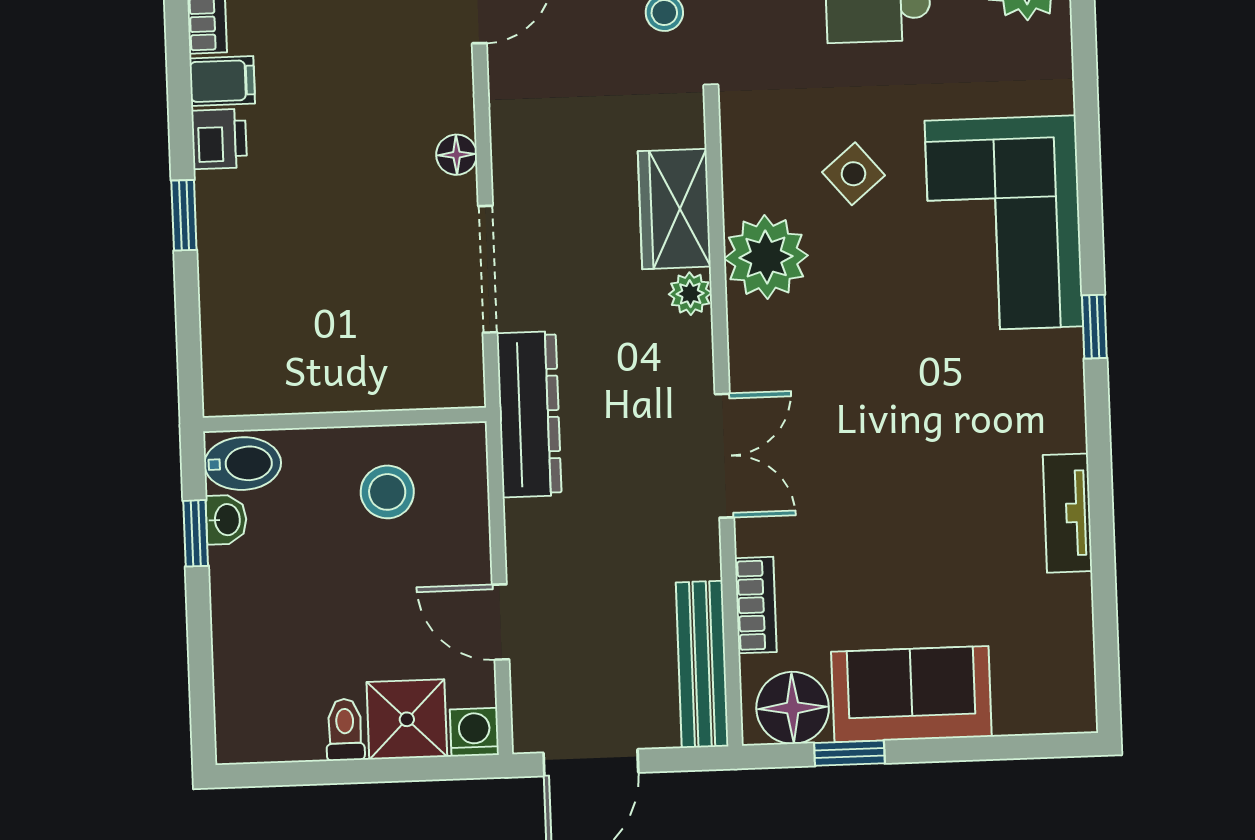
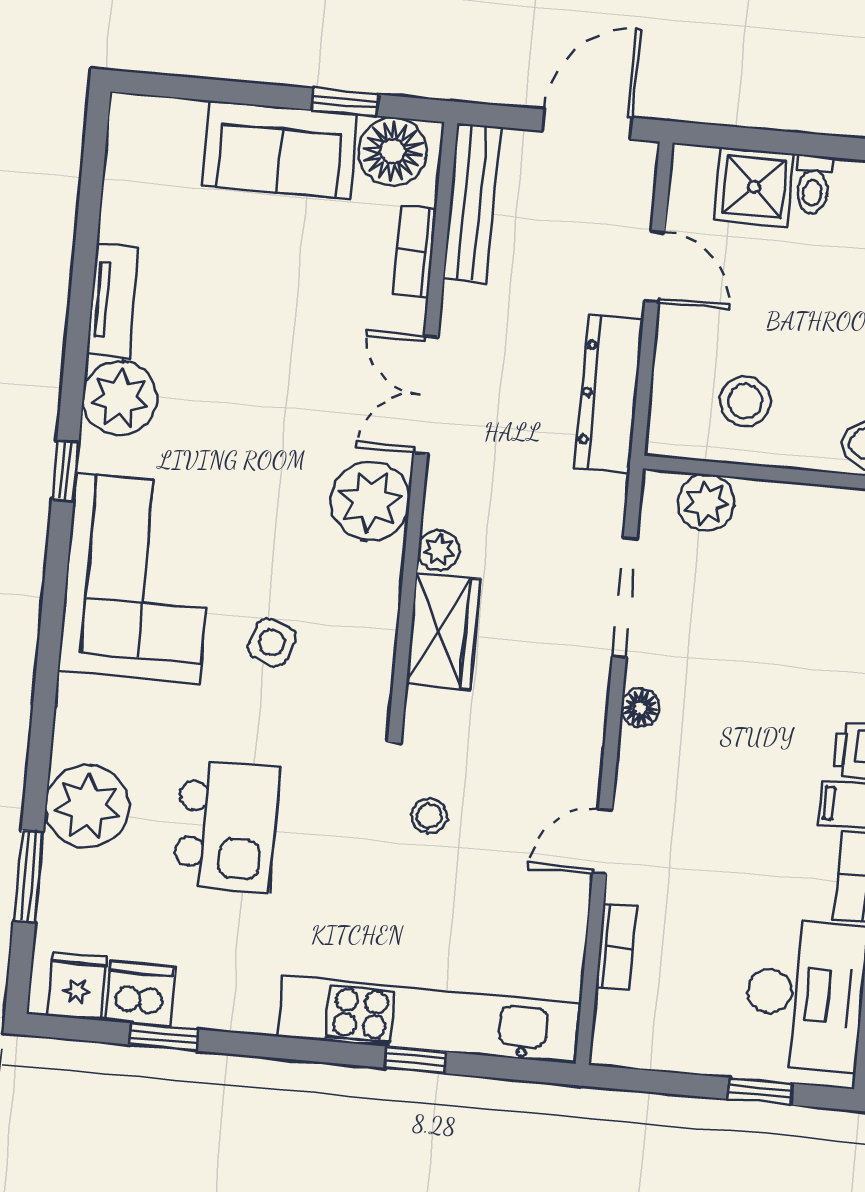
side table: (853, 174) -> (272, 643), turned -30
plant: (766, 257) -> (370, 501), moved
plant: (415, 380) -> (706, 503), added
plant: (1047, 411) -> (120, 398), added
dresser: (529, 414) -> (609, 394), moved
washing machine: (474, 732) -> (693, 167), removed

